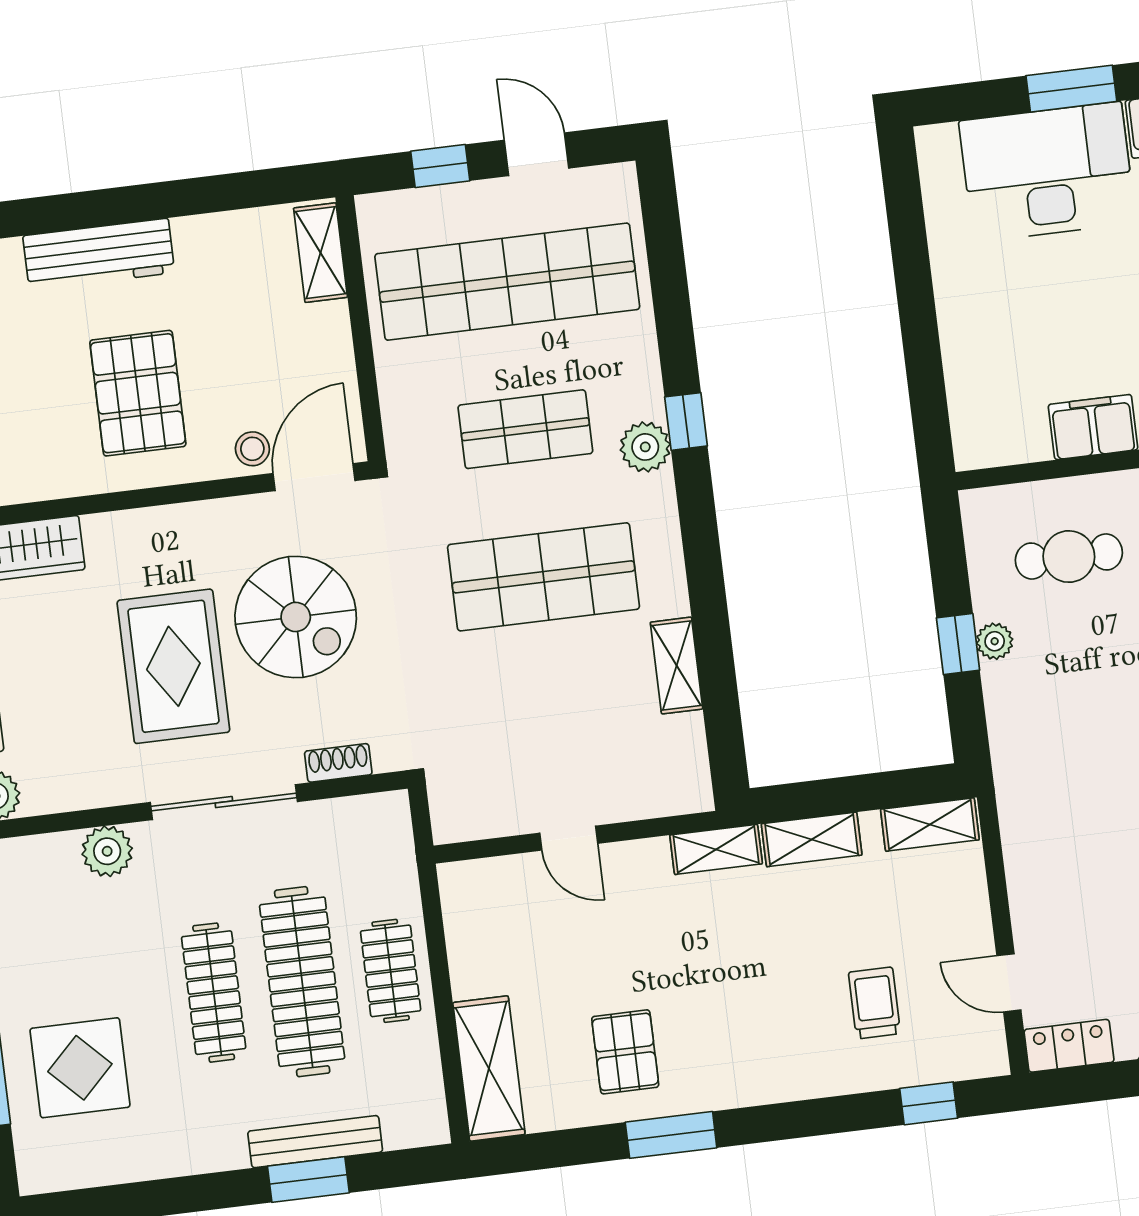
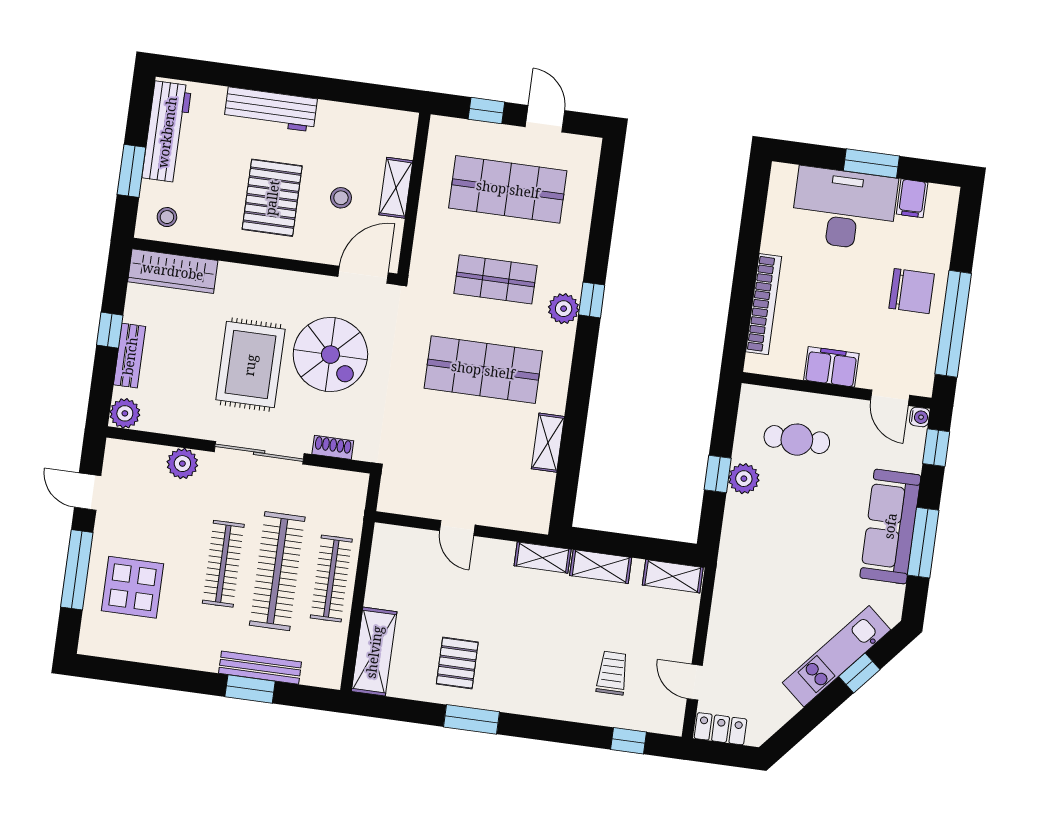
shelving: (321, 253) -> (396, 188), moved
shop shelf: (507, 282) -> (508, 189), width x0.71
bookcase: (960, 356) -> (764, 304), added
stool: (252, 449) -> (341, 198), moved
plant: (995, 641) -> (744, 479), width x1.38, depth x1.38
clothes rail: (391, 971) -> (331, 579), width x1.36

